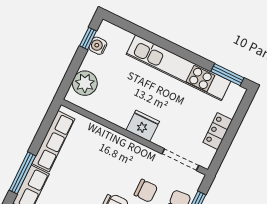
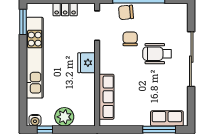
water cooler: (98, 46) -> (35, 120), moved
plant: (85, 83) -> (64, 117), moved
row of seats: (53, 141) -> (106, 97), moved, turned 90

